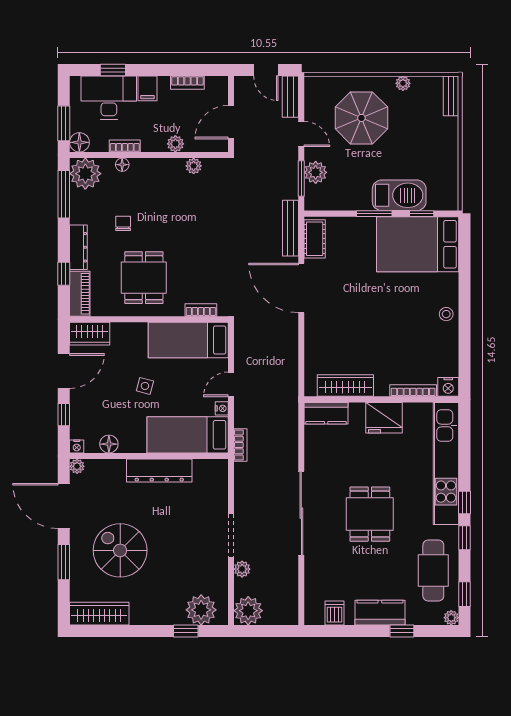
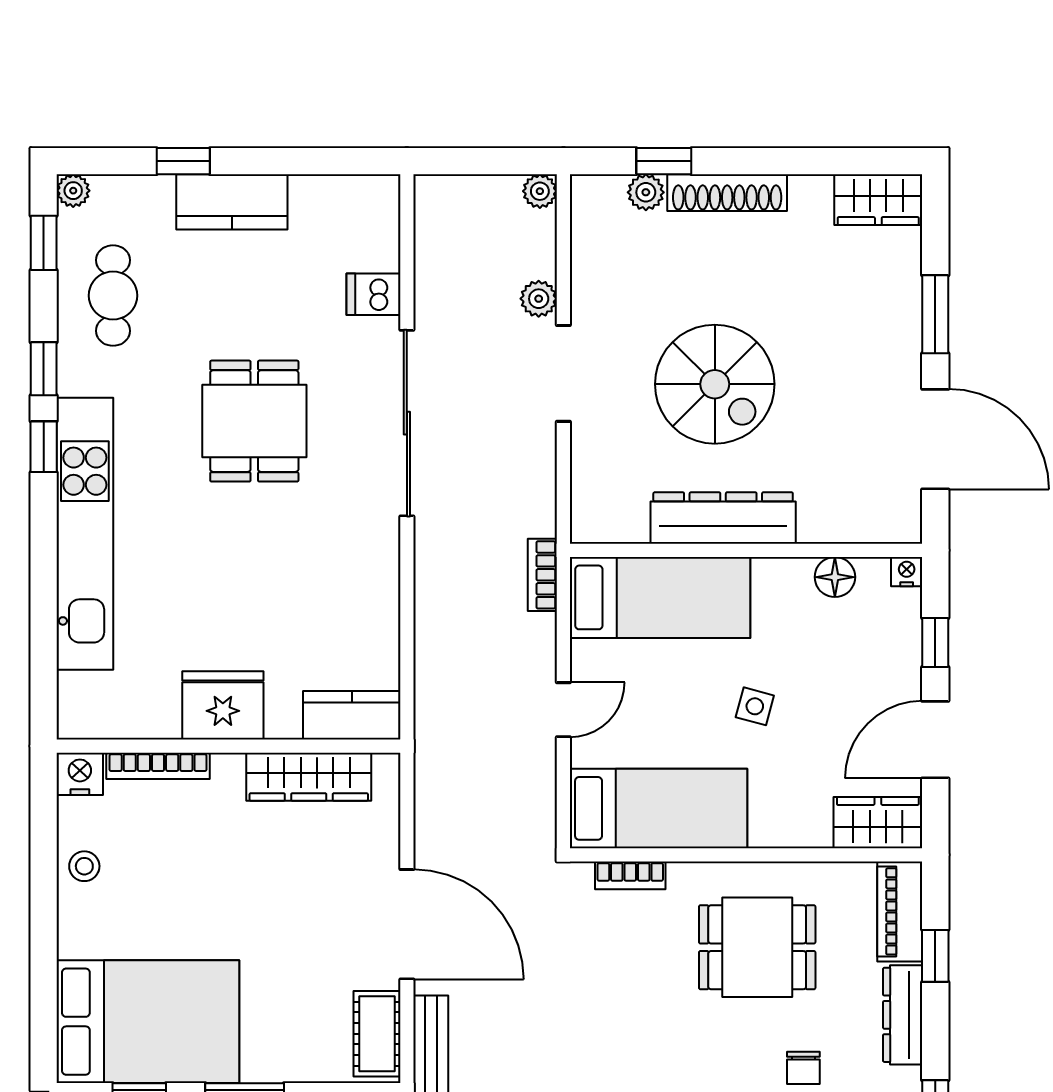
dining table: (144, 278) -> (757, 947), turned 90
wardrobe: (345, 386) -> (309, 777), moved
nightstand: (448, 387) -> (80, 774), moved
bookcase: (413, 390) -> (158, 766), moved
wall: (381, 399) -> (229, 746), moved
nightstand: (222, 408) -> (584, 656), removed
kitchen counter: (326, 413) -> (352, 715), moved
fridge: (384, 418) -> (223, 705), moved
plant: (77, 466) -> (906, 528), removed
spiral stairs: (120, 550) -> (715, 384), moved
cafe table: (433, 571) -> (113, 296), width x0.73, depth x0.74
plant: (201, 610) -> (646, 192), width x0.53, depth x0.53
plant: (248, 611) -> (540, 191), width x0.53, depth x0.53
dishwasher: (334, 613) -> (373, 294), moved, turned 90
wardrobe: (99, 614) -> (878, 200), width x0.67
shoe rack: (157, 617) -> (727, 193), added

